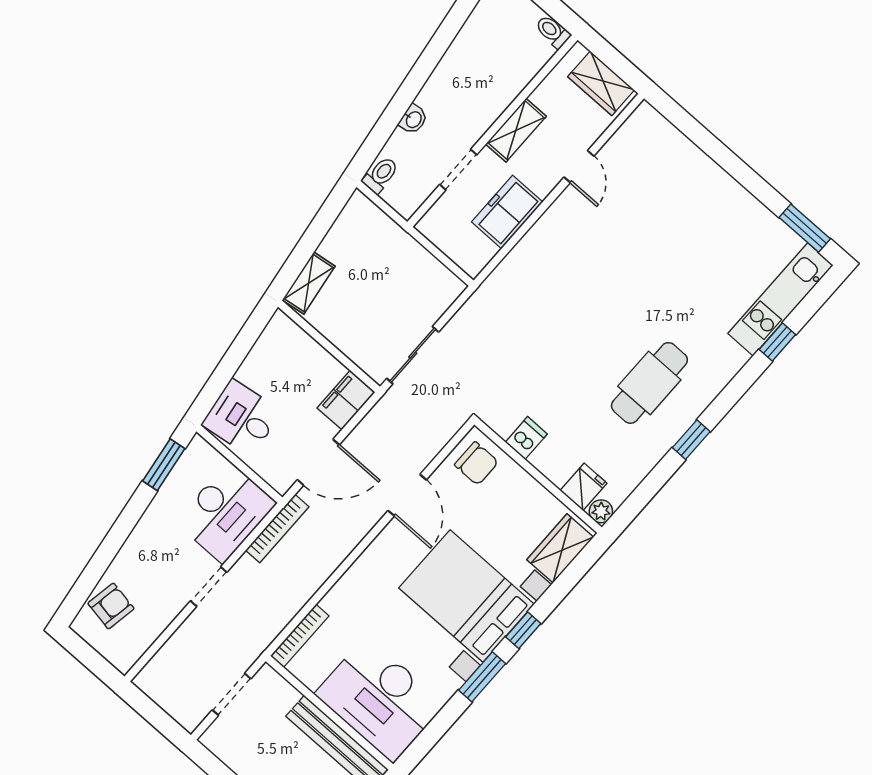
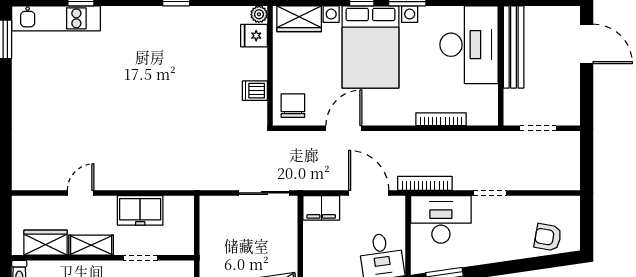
wardrobe: (601, 83) -> (46, 243), moved, turned -90
cafe table: (649, 383) -> (165, 50), removed
bookcase: (300, 636) -> (441, 119), moved

